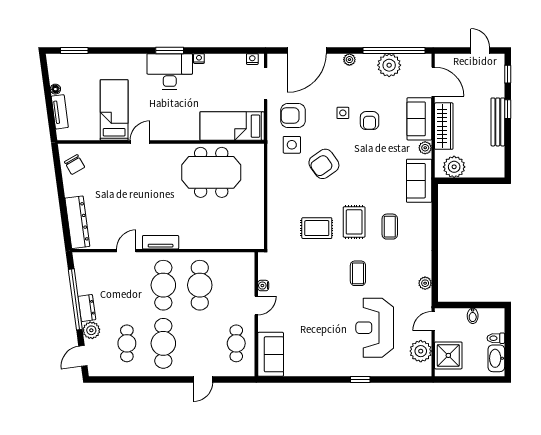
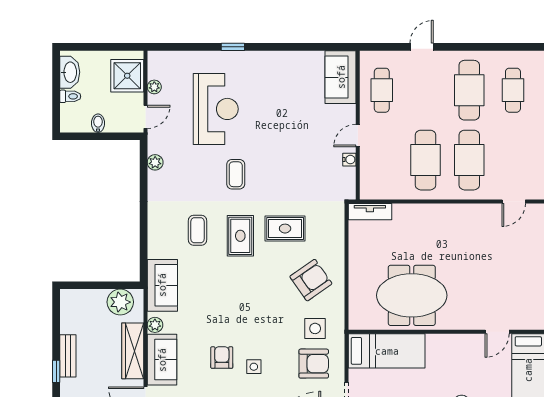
bench: (498, 122) -> (68, 356), width x0.73
armchair: (324, 164) -> (311, 280), moved
tv unit: (161, 242) -> (370, 212), moved
plant: (421, 351) -> (154, 87), width x0.53, depth x0.53

